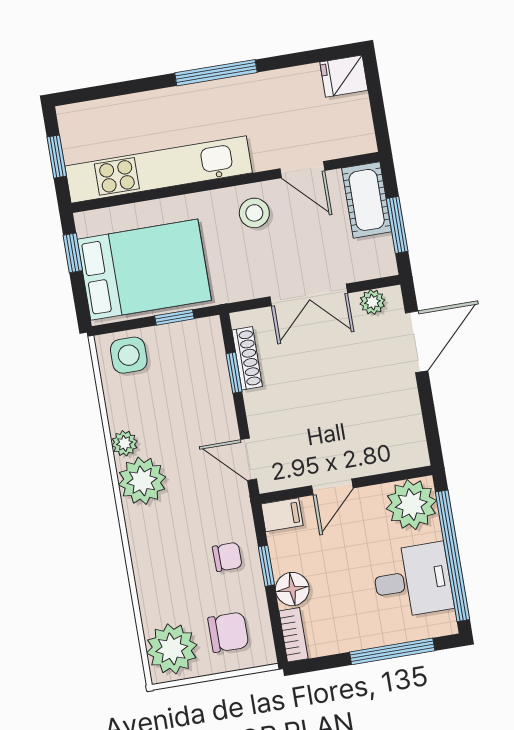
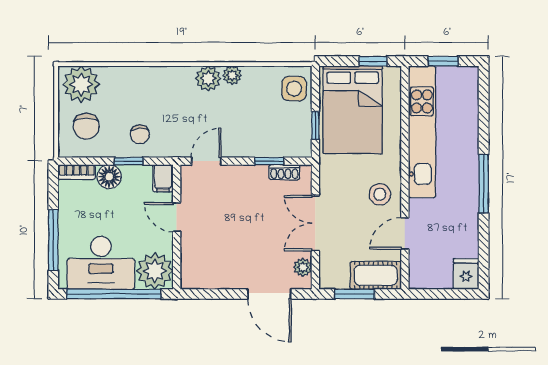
shoe rack: (247, 358) -> (284, 172), width x0.70
plant: (142, 481) -> (208, 79), width x0.73, depth x0.73
desk: (412, 581) -> (101, 263), width x1.37

